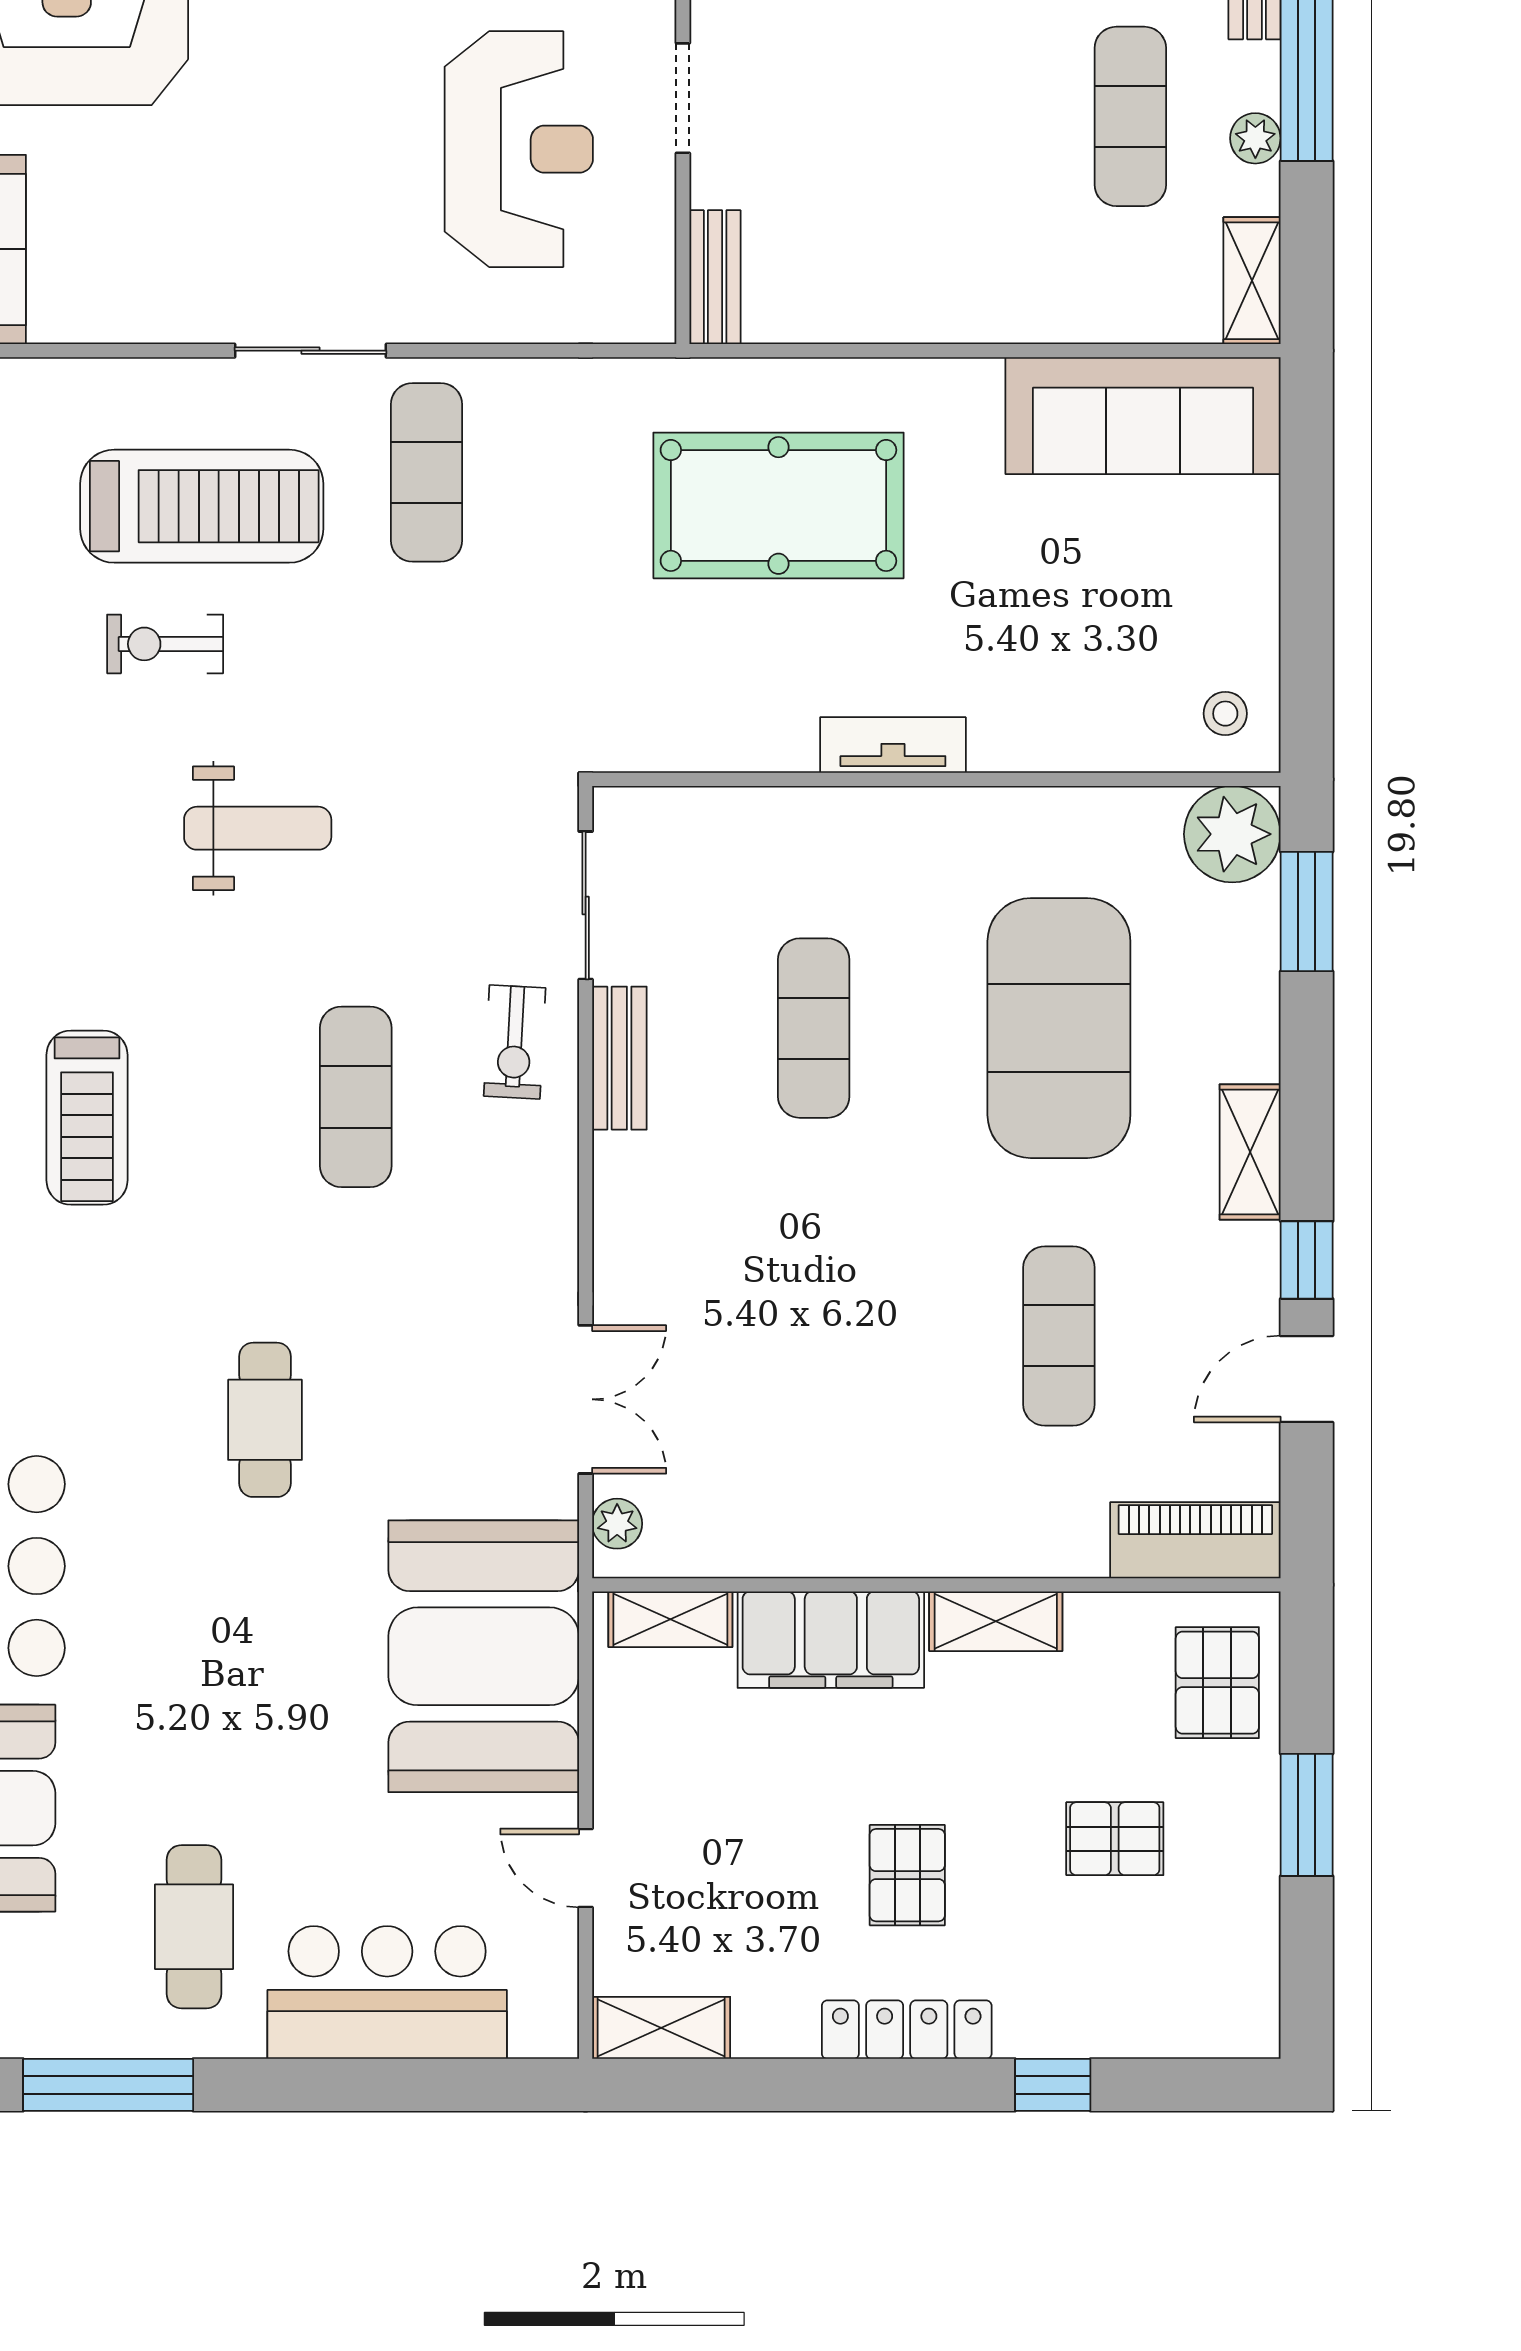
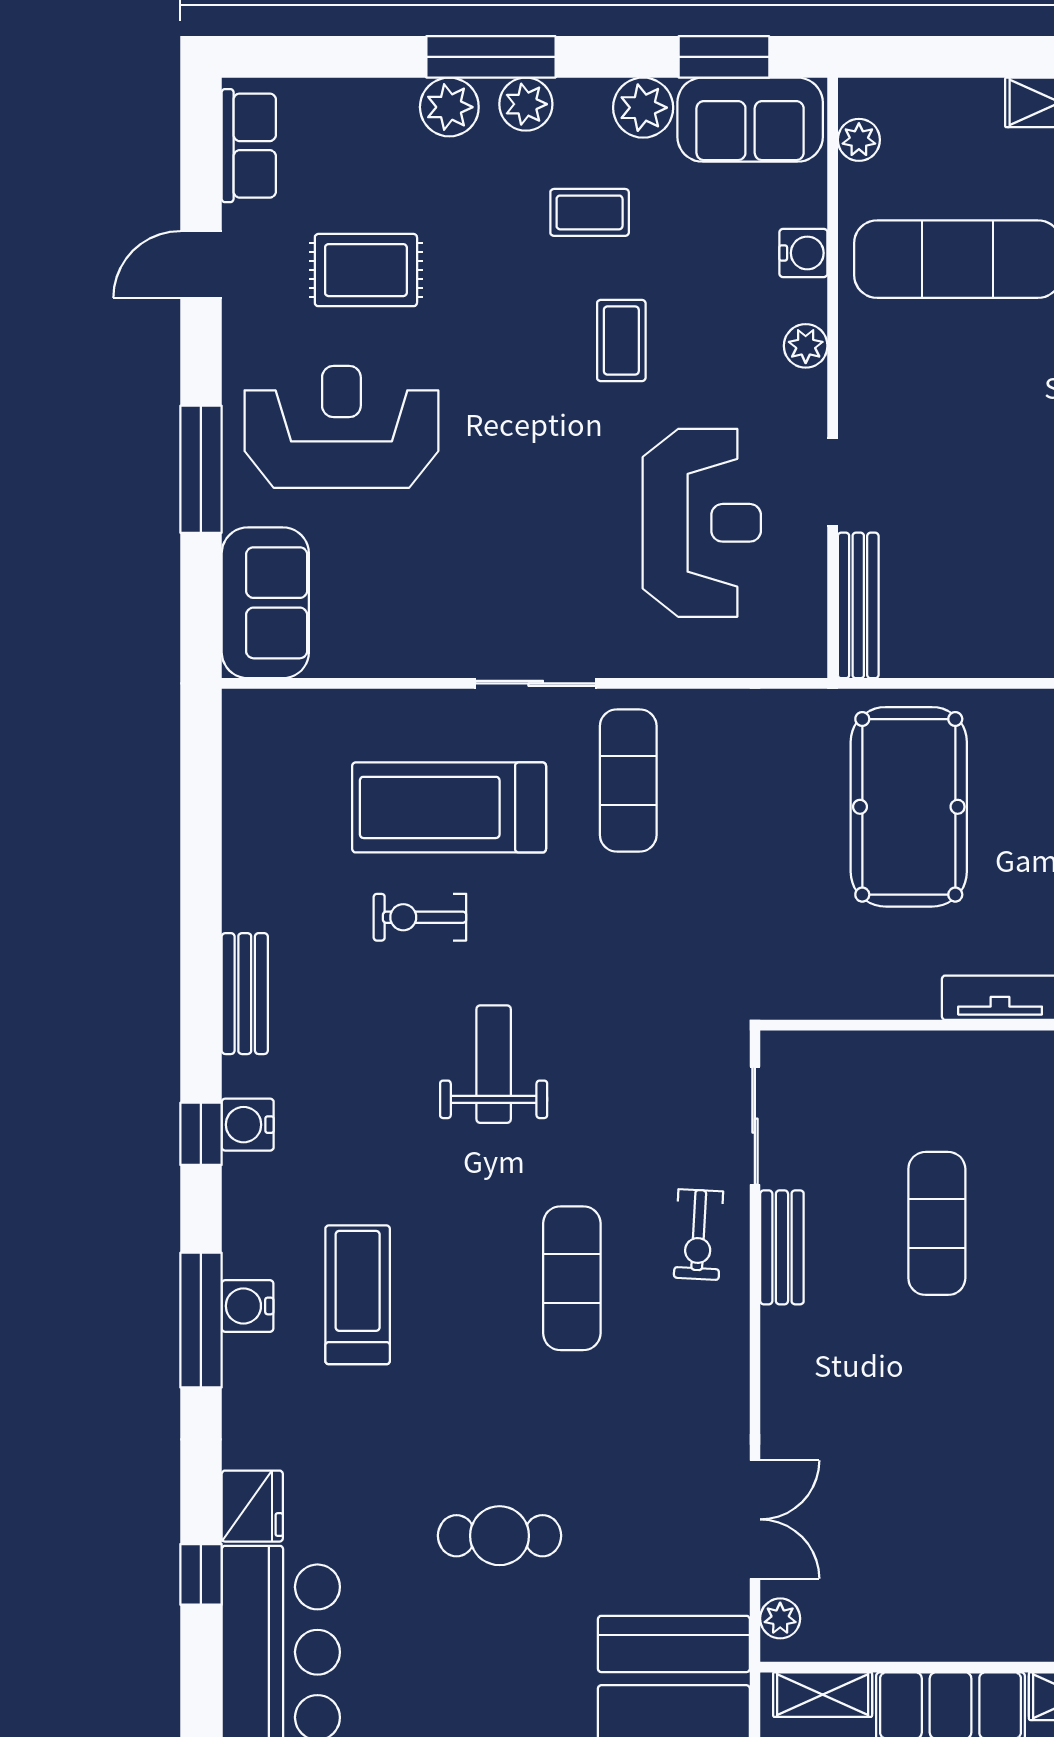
bench: (715, 277) -> (858, 605), width x1.36
pool table: (778, 505) -> (909, 807), turned 90
treadmill: (202, 506) -> (449, 807), turned 180
weight bench: (258, 828) -> (494, 1064), turned -90
treadmill: (87, 1118) -> (358, 1295), turned 180
cafe table: (265, 1420) -> (500, 1536), turned 90

